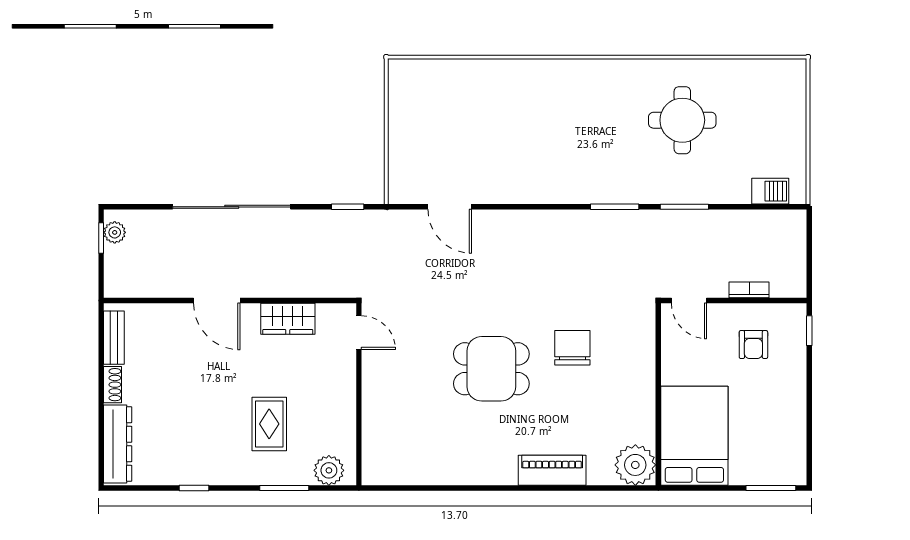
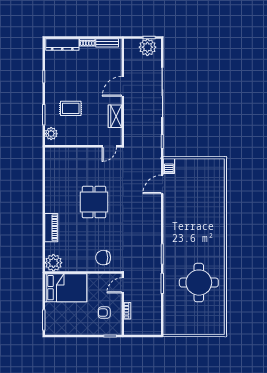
round table: (682, 120) -> (199, 283), width x1.36, depth x1.36
barbecue: (770, 191) -> (169, 166), moved
plant: (115, 232) -> (147, 47), width x1.88, depth x1.88
chair: (572, 348) -> (103, 258), moved, turned 180

